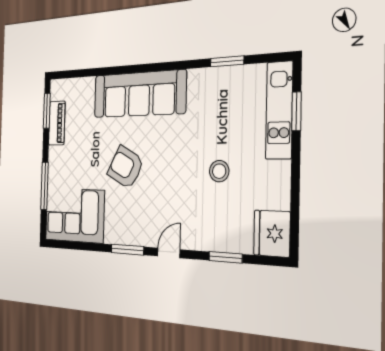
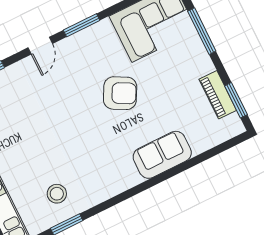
sofa: (139, 94) -> (162, 155), width x0.54, depth x0.79
stool: (219, 171) -> (57, 194), moved

